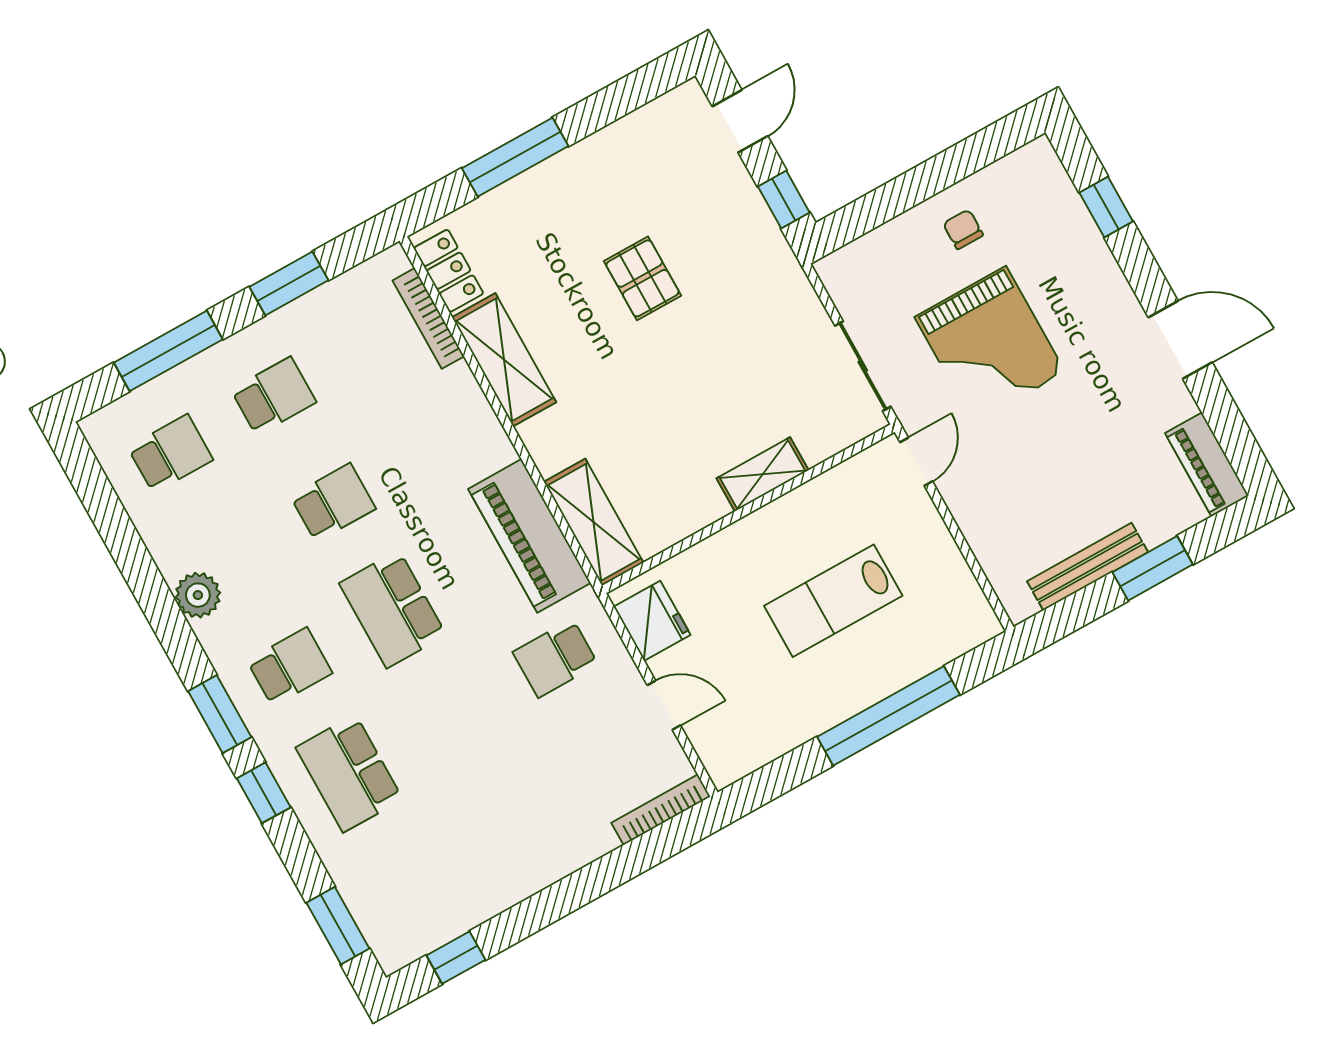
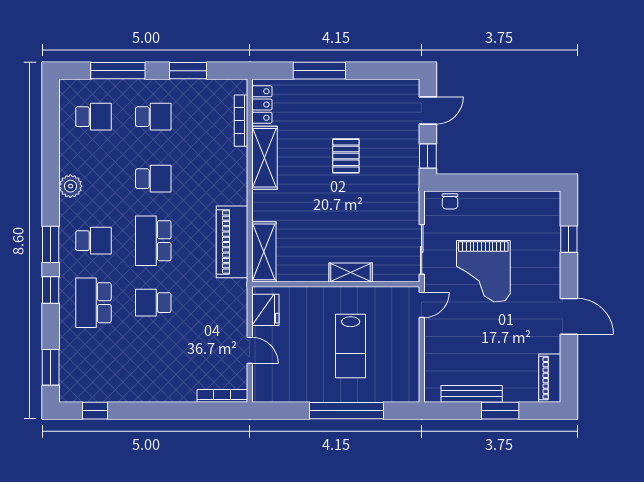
chair: (963, 229) -> (450, 201), moved, turned 180
lab bench: (833, 601) -> (351, 346), turned -90
school desk: (555, 658) -> (153, 303), moved

